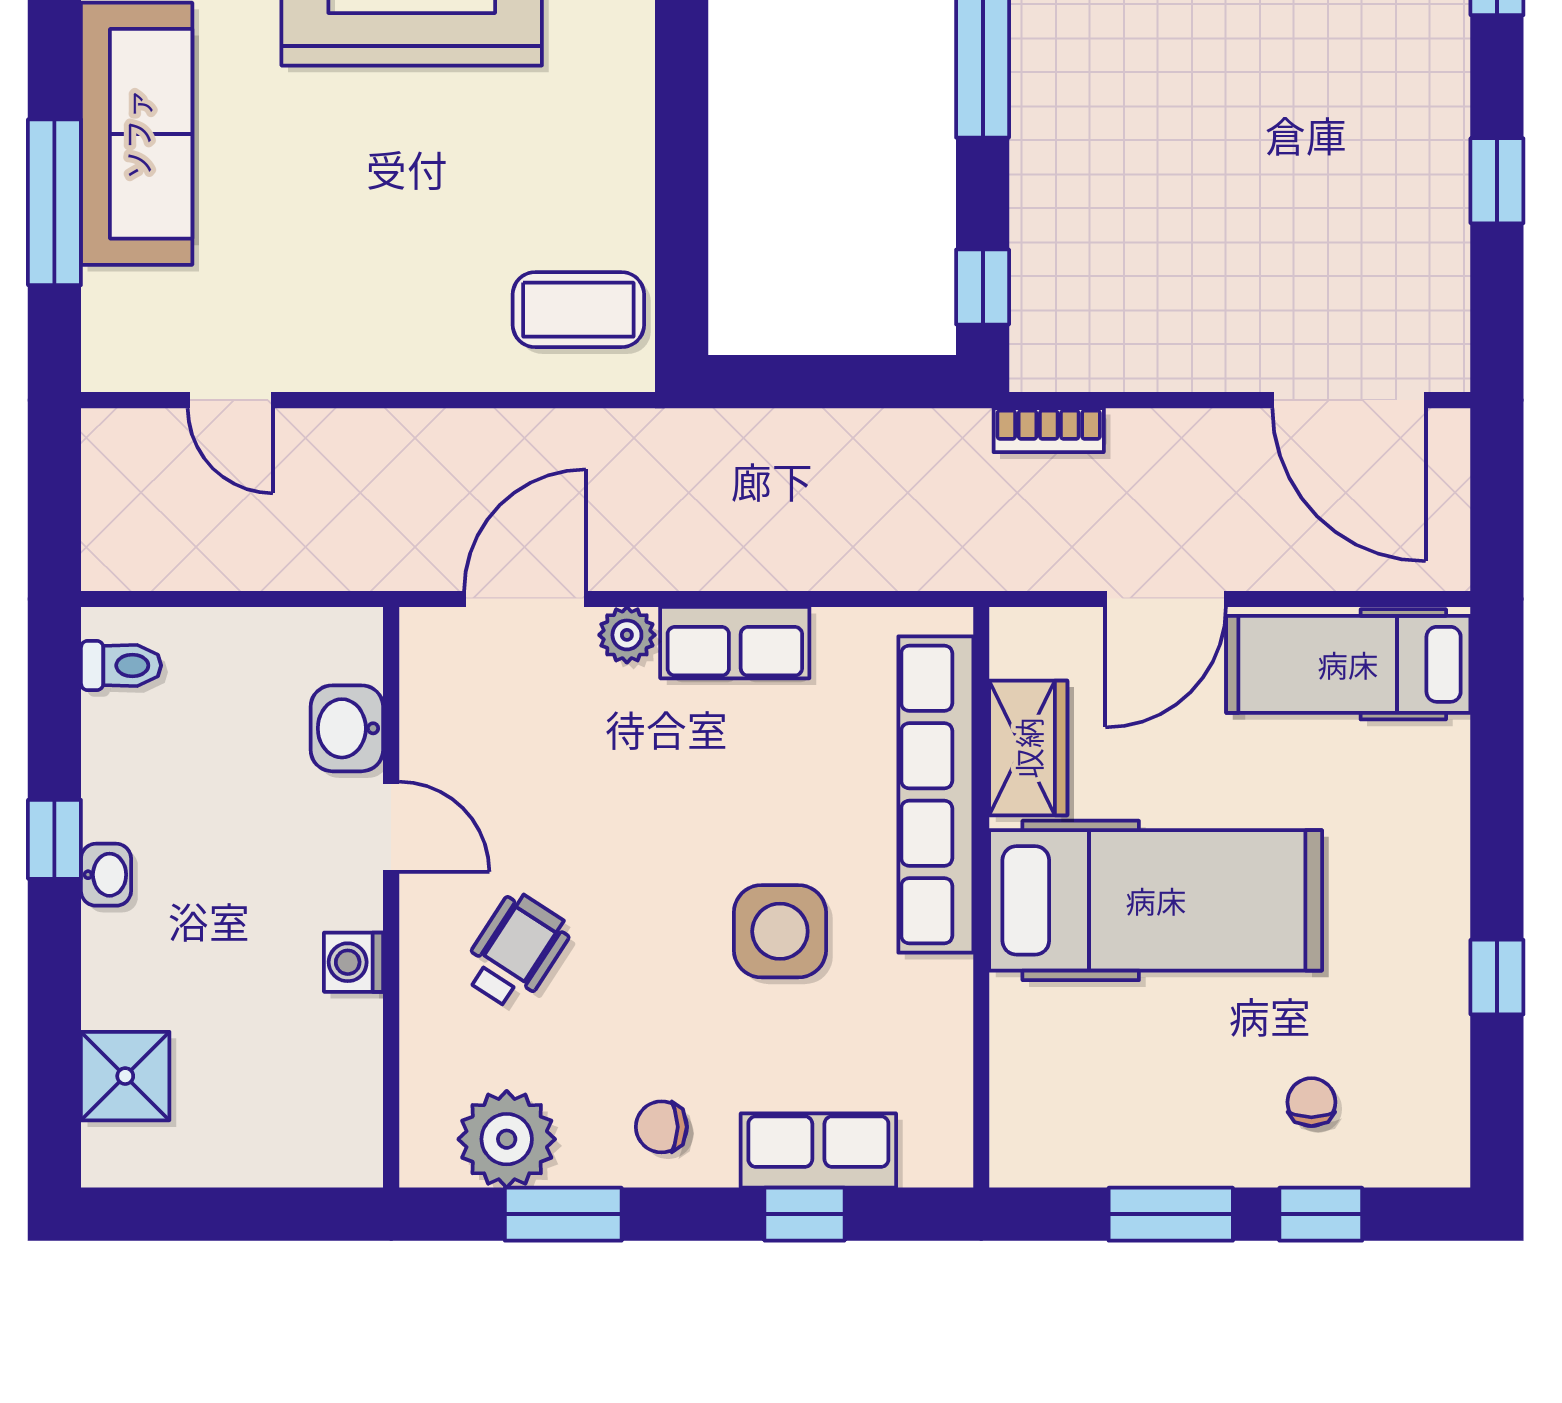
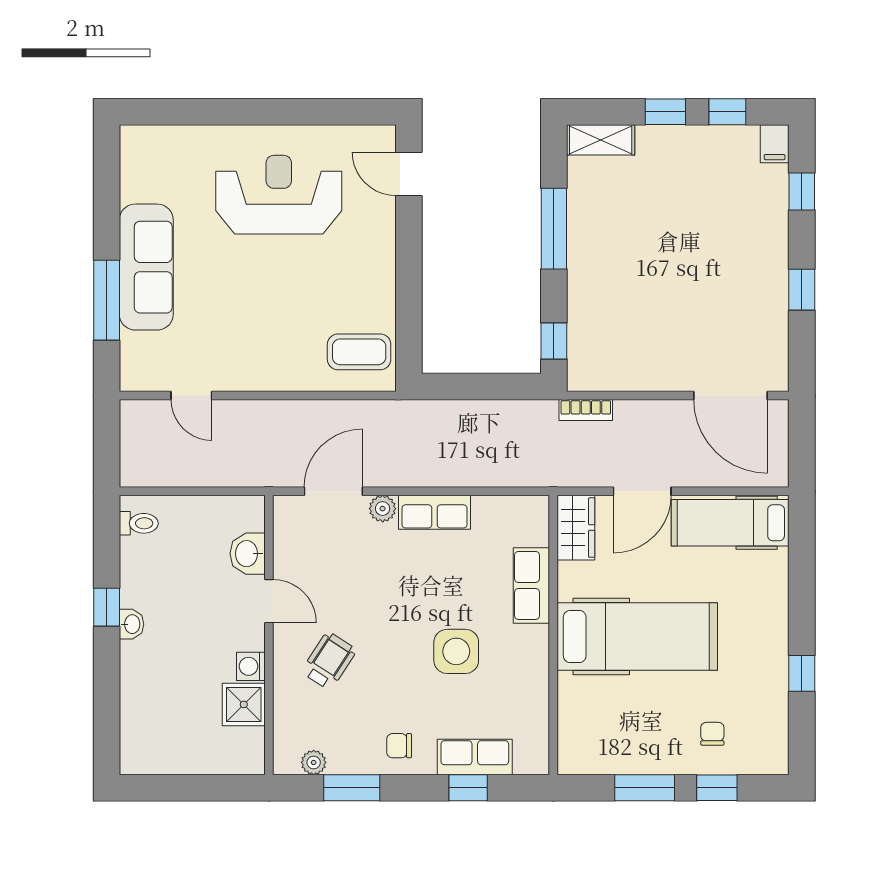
wardrobe: (1028, 748) -> (576, 528), moved
row of seats: (936, 794) -> (531, 585), width x0.50
shower: (125, 1076) -> (244, 704), moved
plant: (507, 1139) -> (314, 762), width x0.53, depth x0.53

